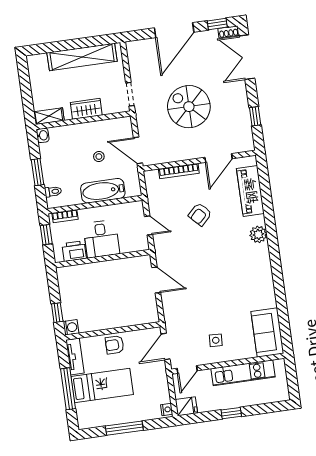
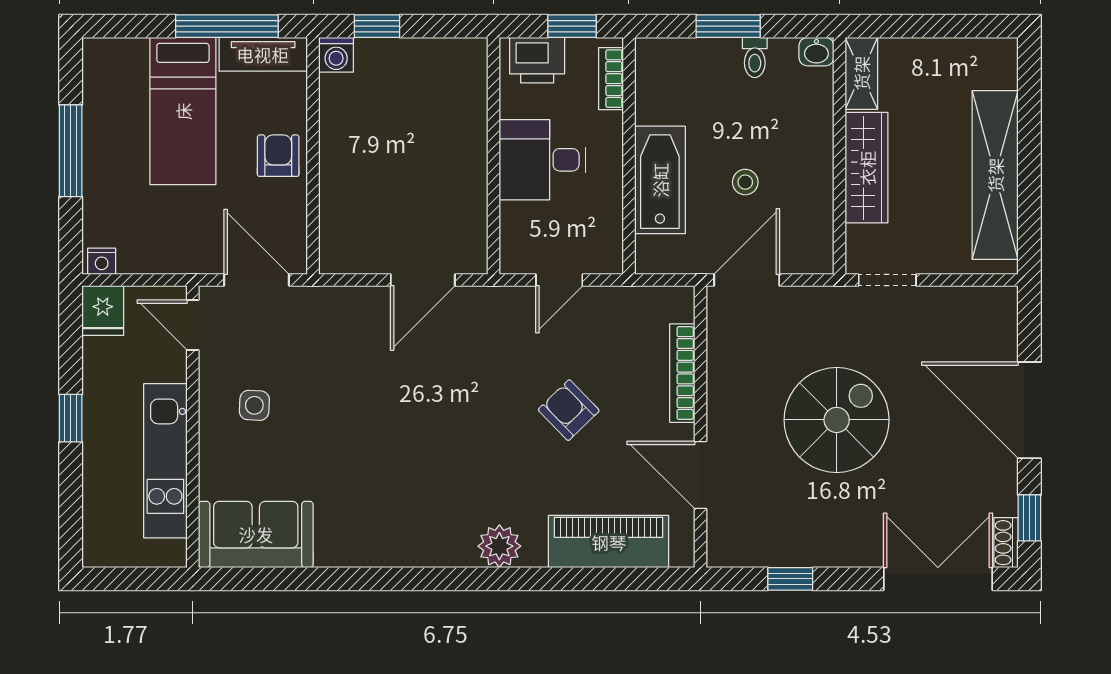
wardrobe: (86, 109) -> (867, 168), width x1.50
toilet: (53, 192) -> (755, 58), moved
printer: (74, 251) -> (537, 60), moved, turned 90
window: (68, 389) -> (227, 26), moved

